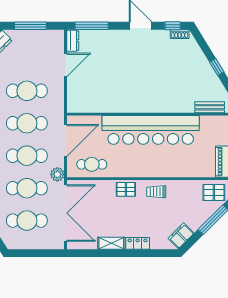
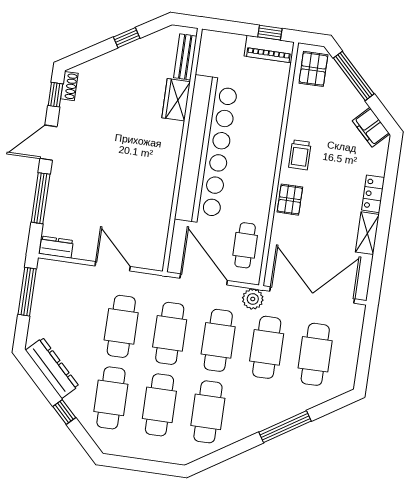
window: (30, 26) -> (27, 292), moved
window: (92, 26) -> (41, 198), moved
door: (66, 65) -> (113, 266), moved
wardrobe: (181, 105) -> (176, 100), added

